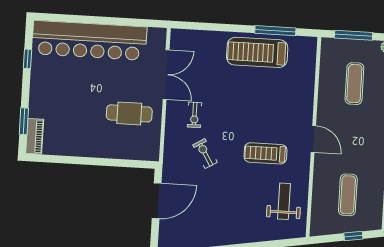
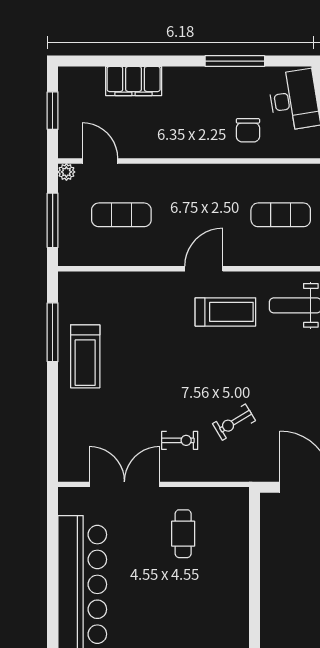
treadmill: (257, 52) -> (85, 356), width x0.73, depth x0.73
cafe table: (129, 113) -> (183, 534), width x0.73, depth x0.74
treadmill: (265, 153) -> (225, 312), moved, turned -90

